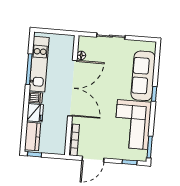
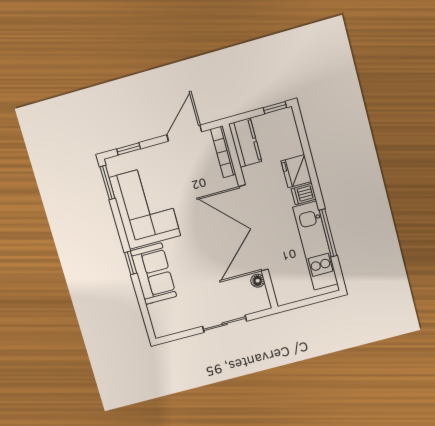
sofa: (143, 76) -> (153, 274), width x0.73
kitchen counter: (32, 136) -> (245, 143), moved, turned 180

